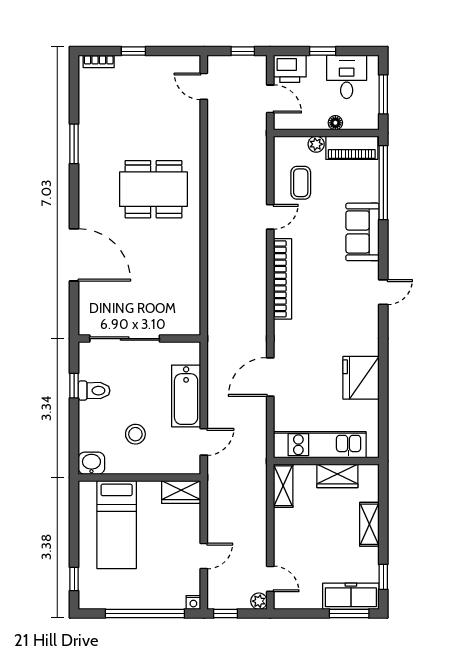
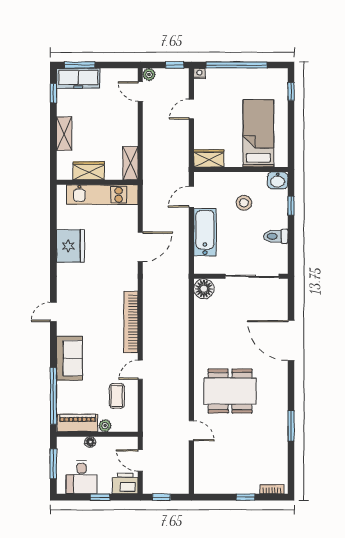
door: (204, 86) -> (191, 431), moved
floor lamp: (188, 322) -> (204, 289), added
window: (74, 386) -> (291, 206), moved

